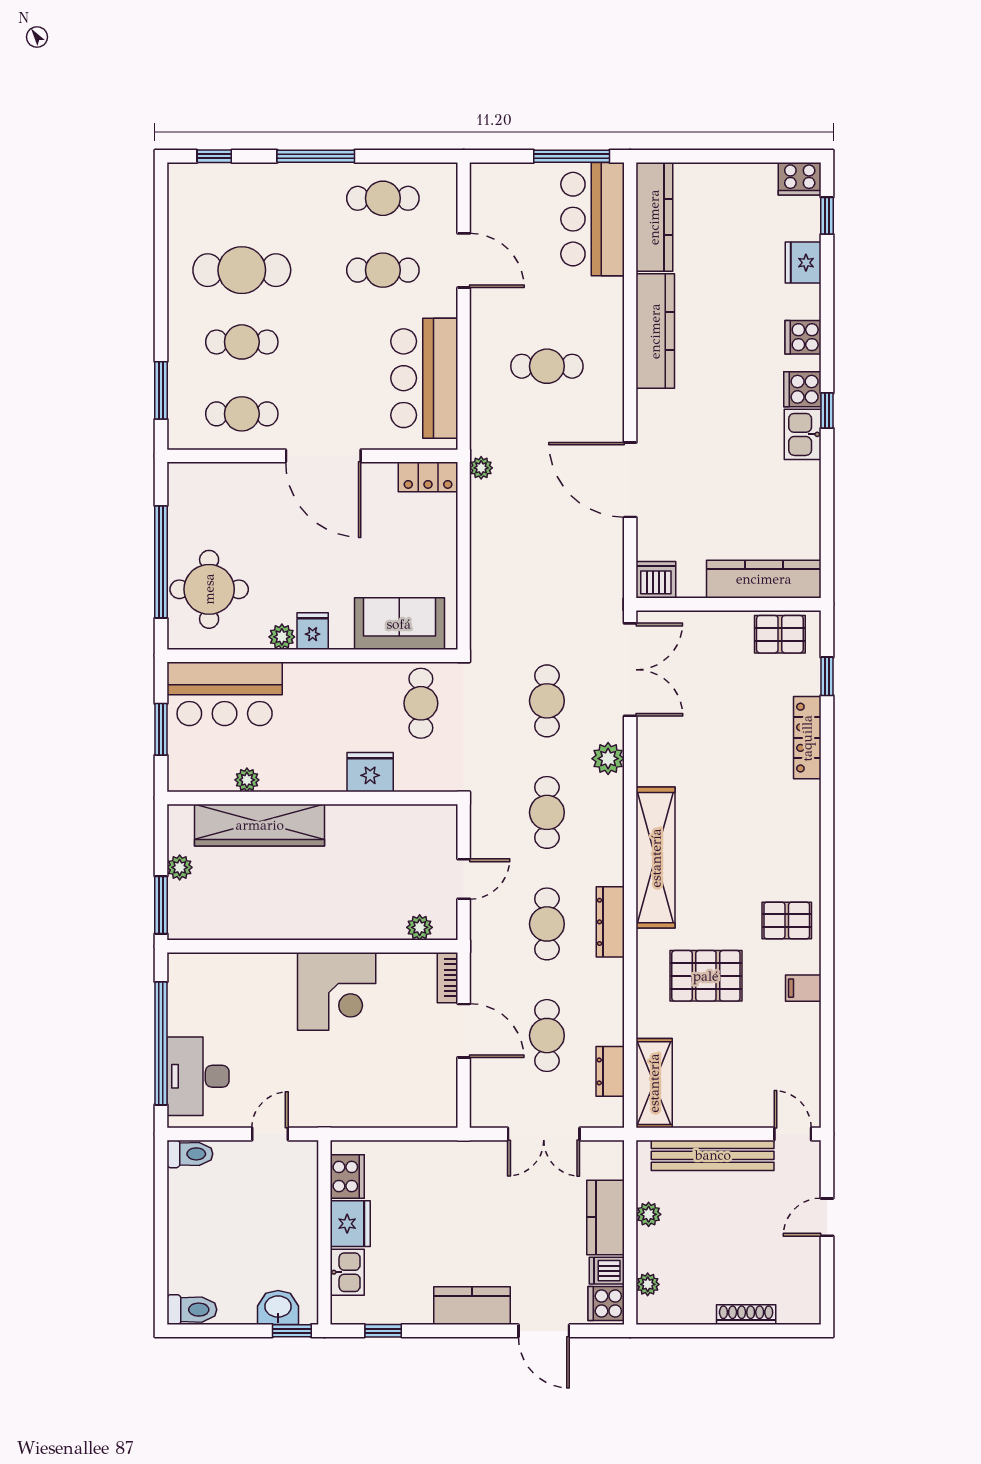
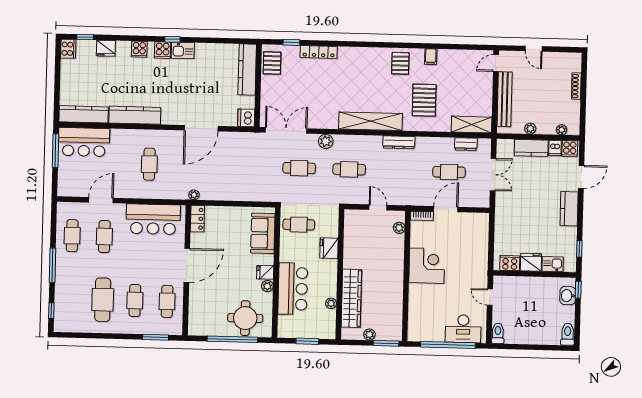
bar counter: (225, 694) -> (293, 289), moved
cafe table: (547, 924) -> (399, 171), removed

